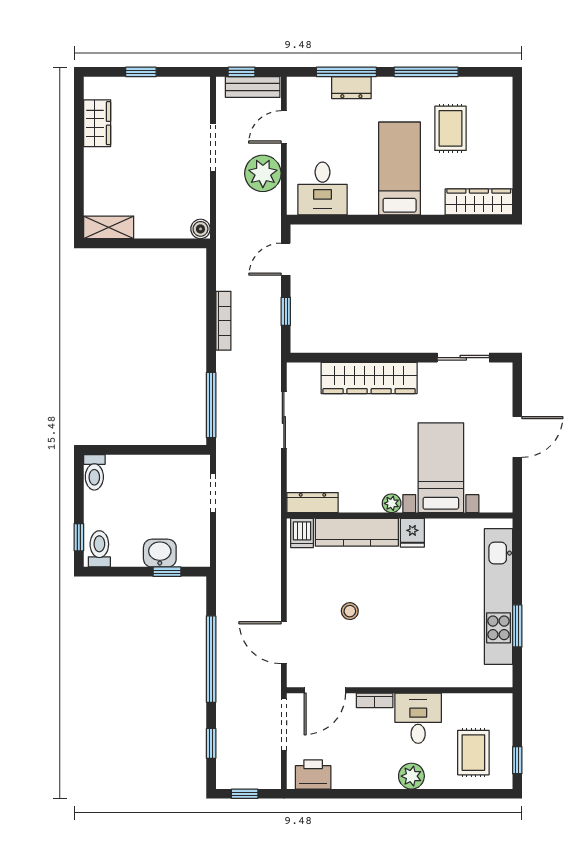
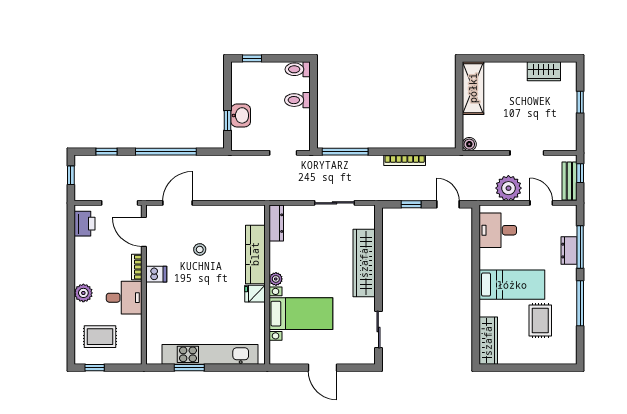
rug: (450, 128) -> (540, 320), turned 90
shelving: (109, 227) -> (473, 88), width x1.50, depth x1.33
dishwasher: (302, 533) -> (156, 274), moved, turned 180
toilet: (99, 549) -> (297, 100), moved, turned 180

